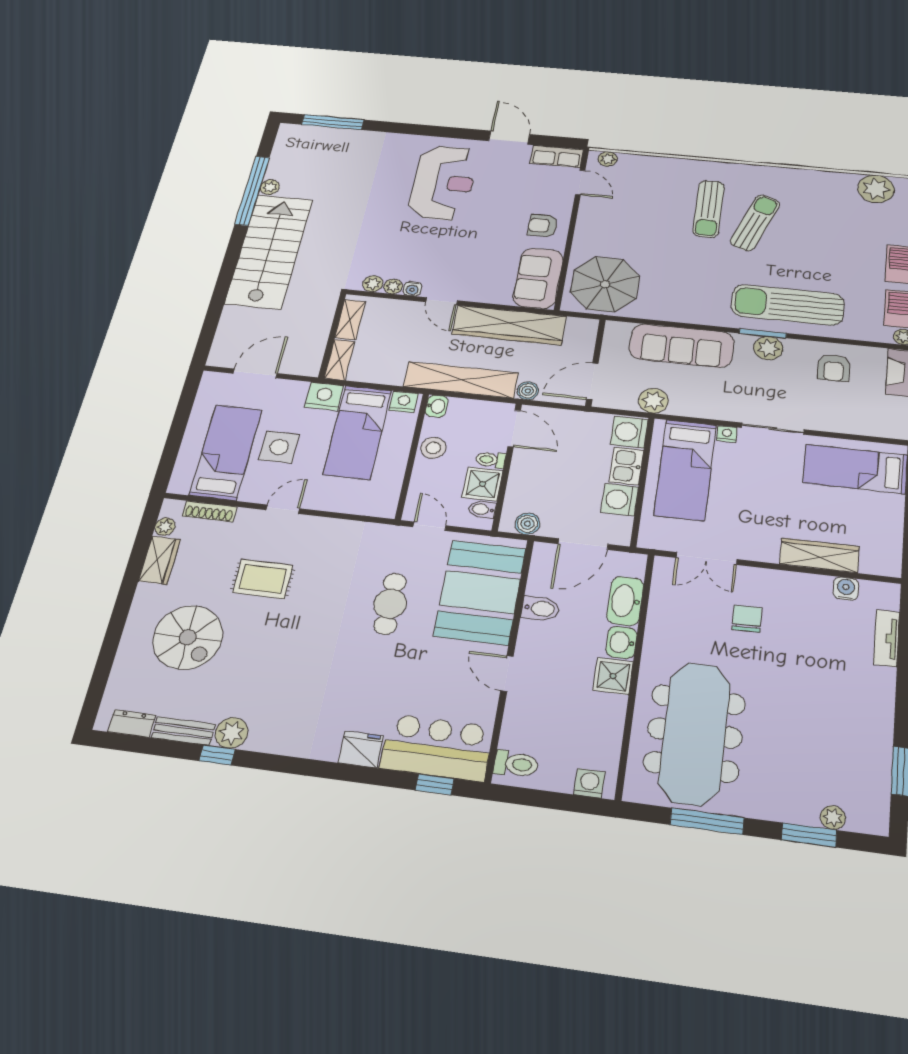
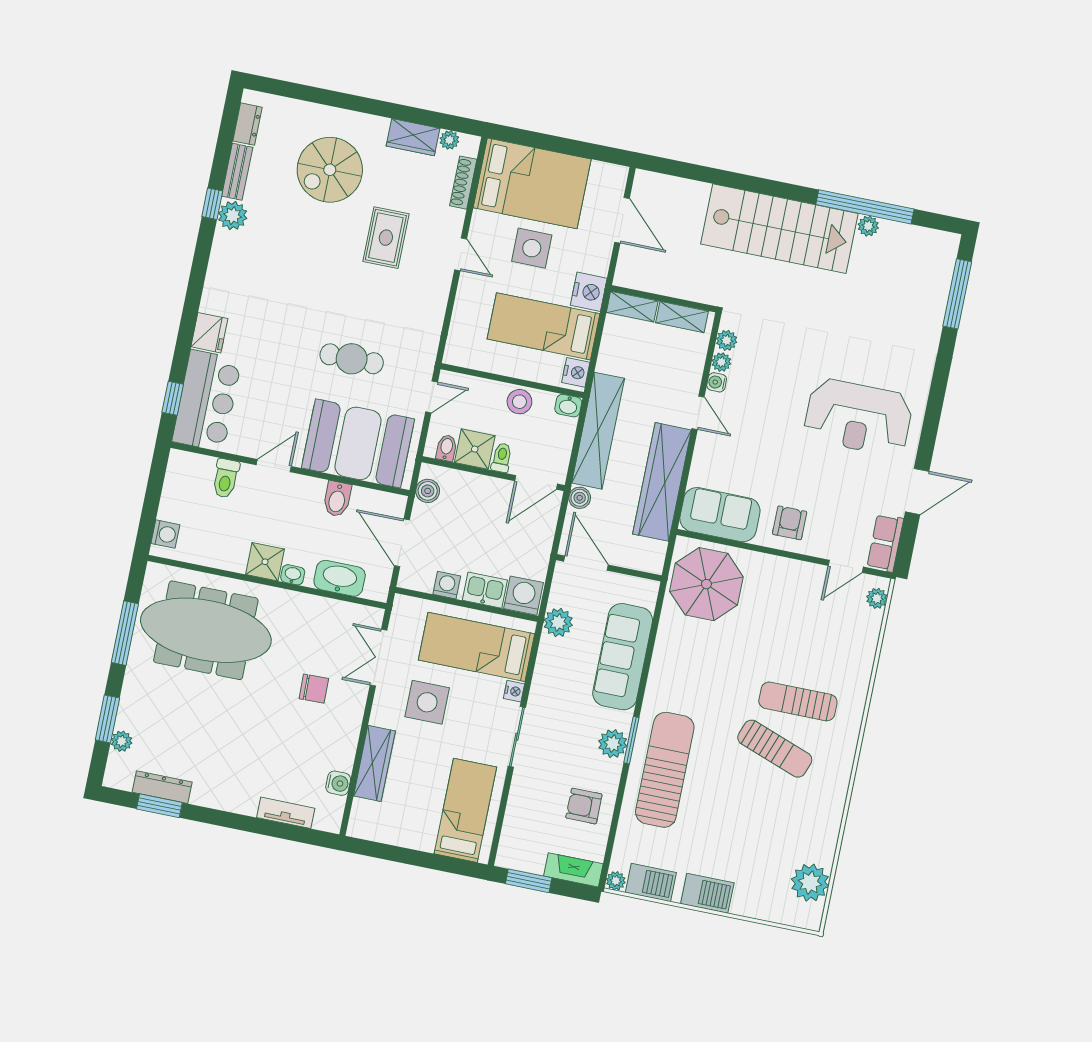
door: (442, 301) -> (698, 413), swing flipped
bed: (226, 452) -> (532, 183), width x1.50
washing machine: (620, 500) -> (447, 585), width x0.73, depth x0.73
side table: (748, 510) -> (427, 702), added
washbasin: (621, 642) -> (293, 575), width x0.72, depth x0.69
toilet: (516, 764) -> (226, 478), moved
dresser: (879, 769) -> (162, 787), added

